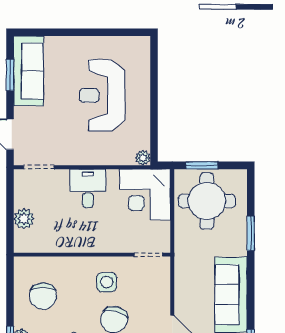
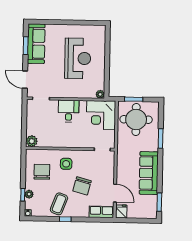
reception desk: (102, 95) -> (78, 58), turned 180
plant: (24, 219) -> (32, 141), moved
side table: (107, 282) -> (66, 164), moved
chair: (43, 296) -> (42, 172), turned 180

